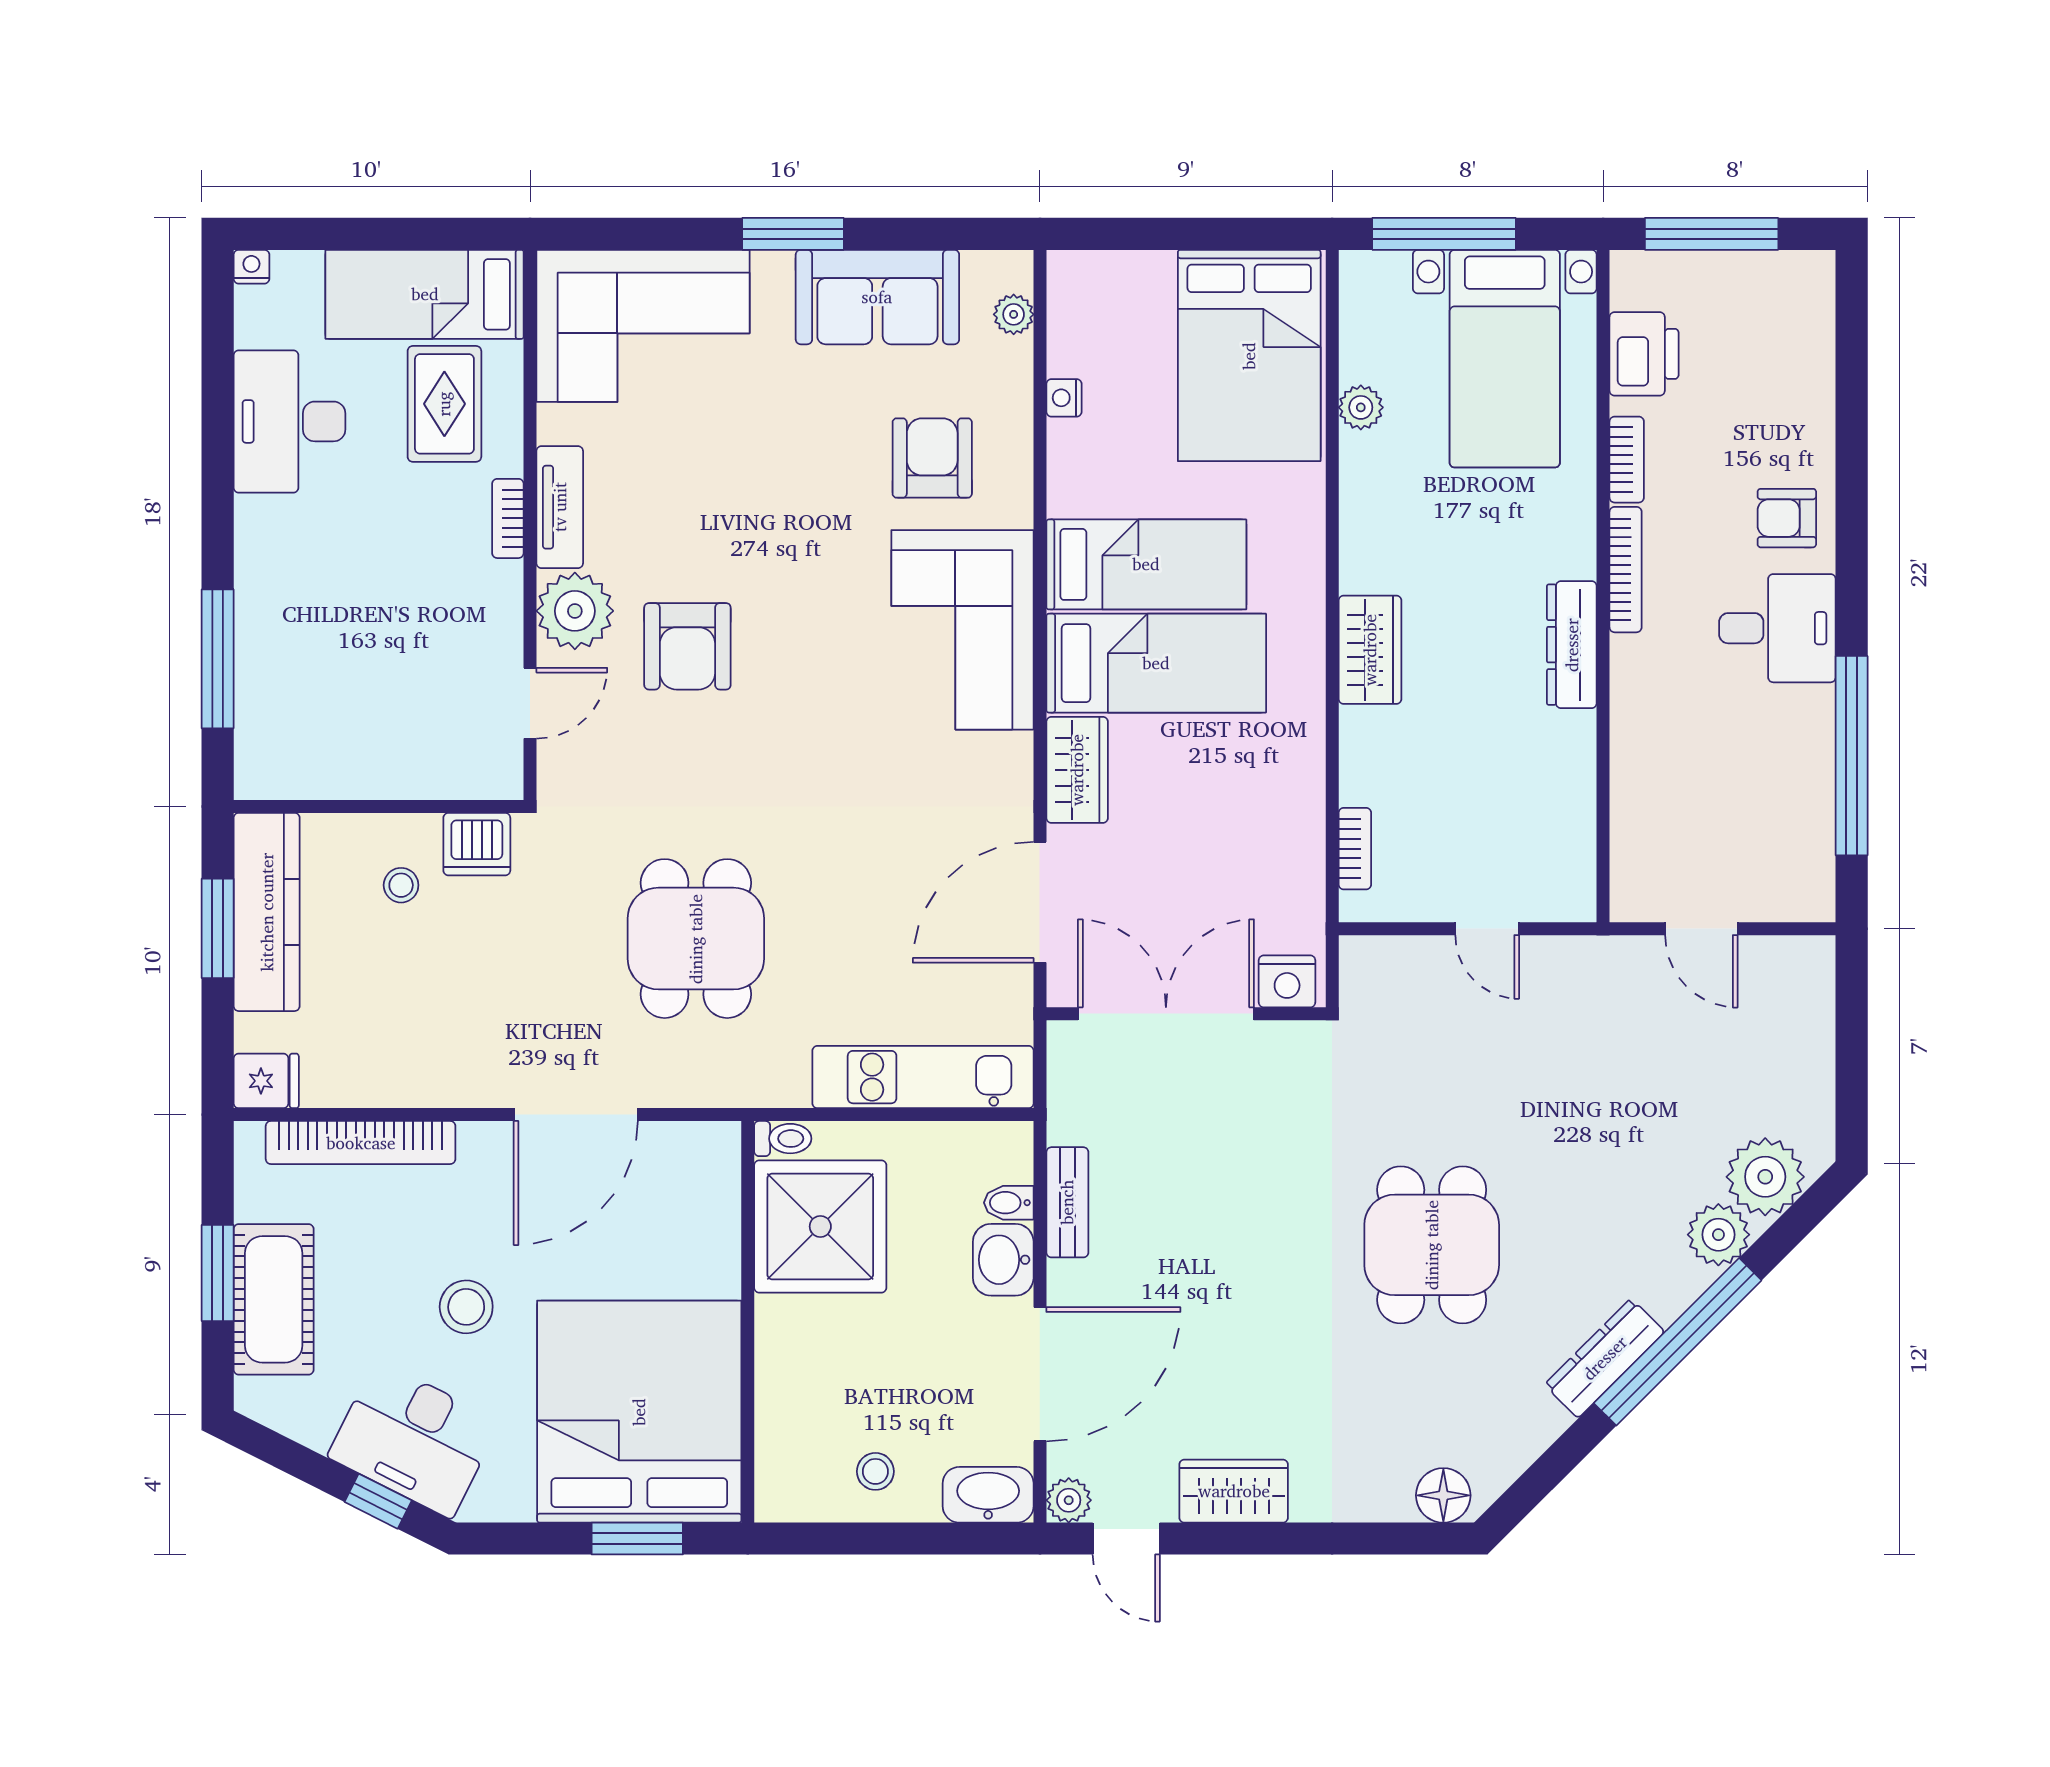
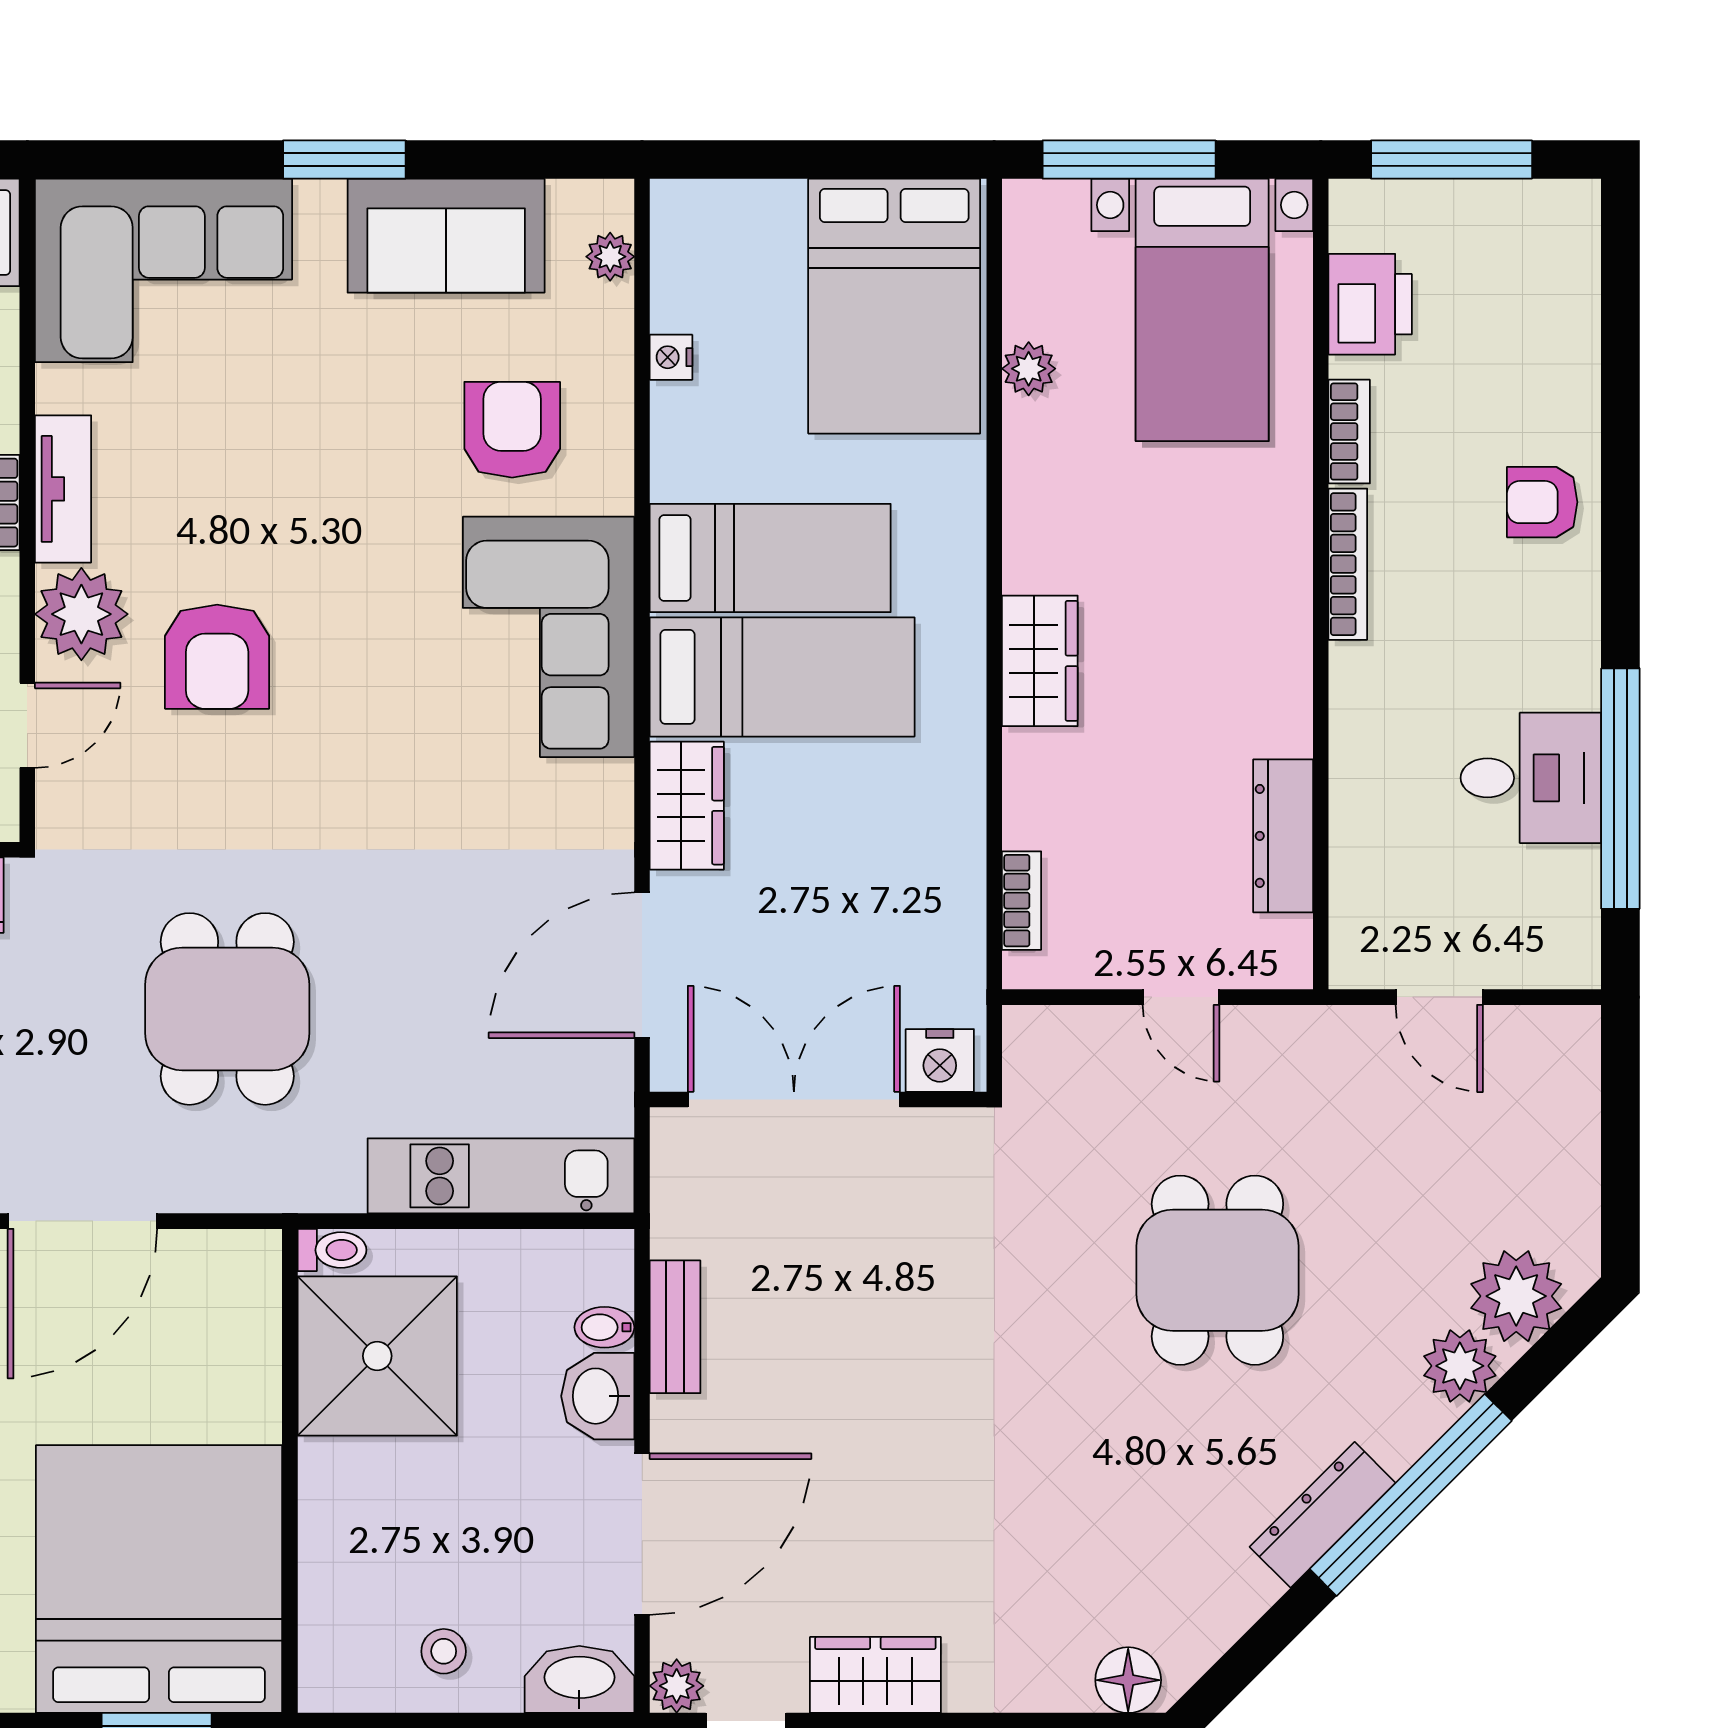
desk: (1777, 628) -> (1531, 778), moved
dresser: (1572, 645) -> (1283, 836), moved
dining table: (1432, 1245) -> (1217, 1270), moved

